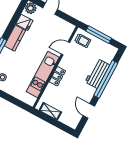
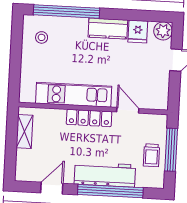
trolley: (83, 41) -> (151, 155), moved
workbench: (97, 73) -> (105, 174), width x1.38
locker: (57, 76) -> (89, 118), width x1.53

